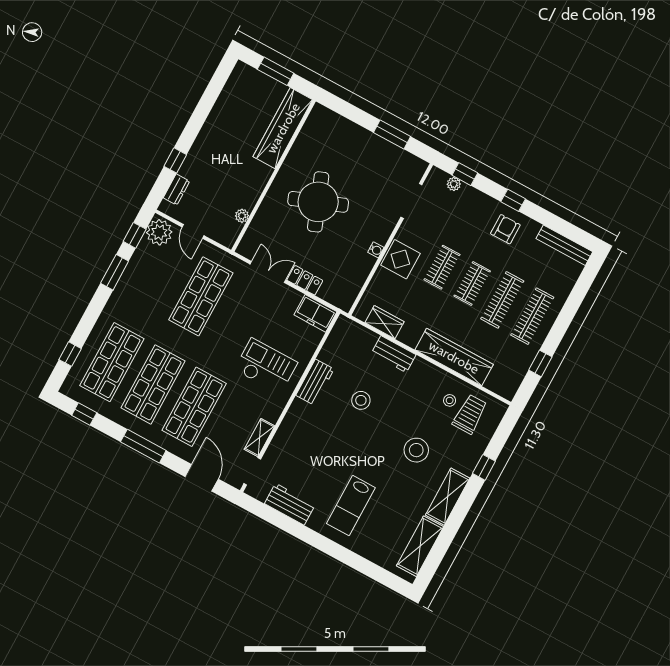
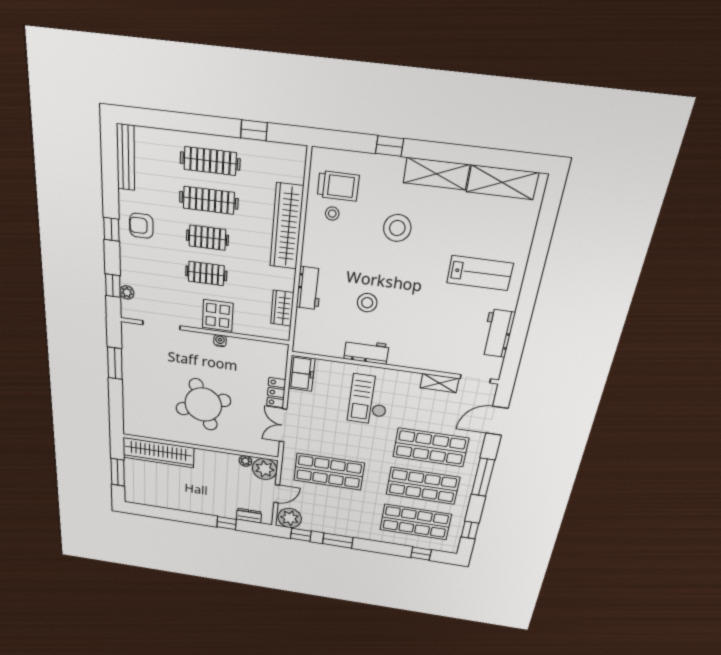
plant: (226, 232) -> (265, 469), added
trolley: (470, 414) -> (338, 186), turned 180

